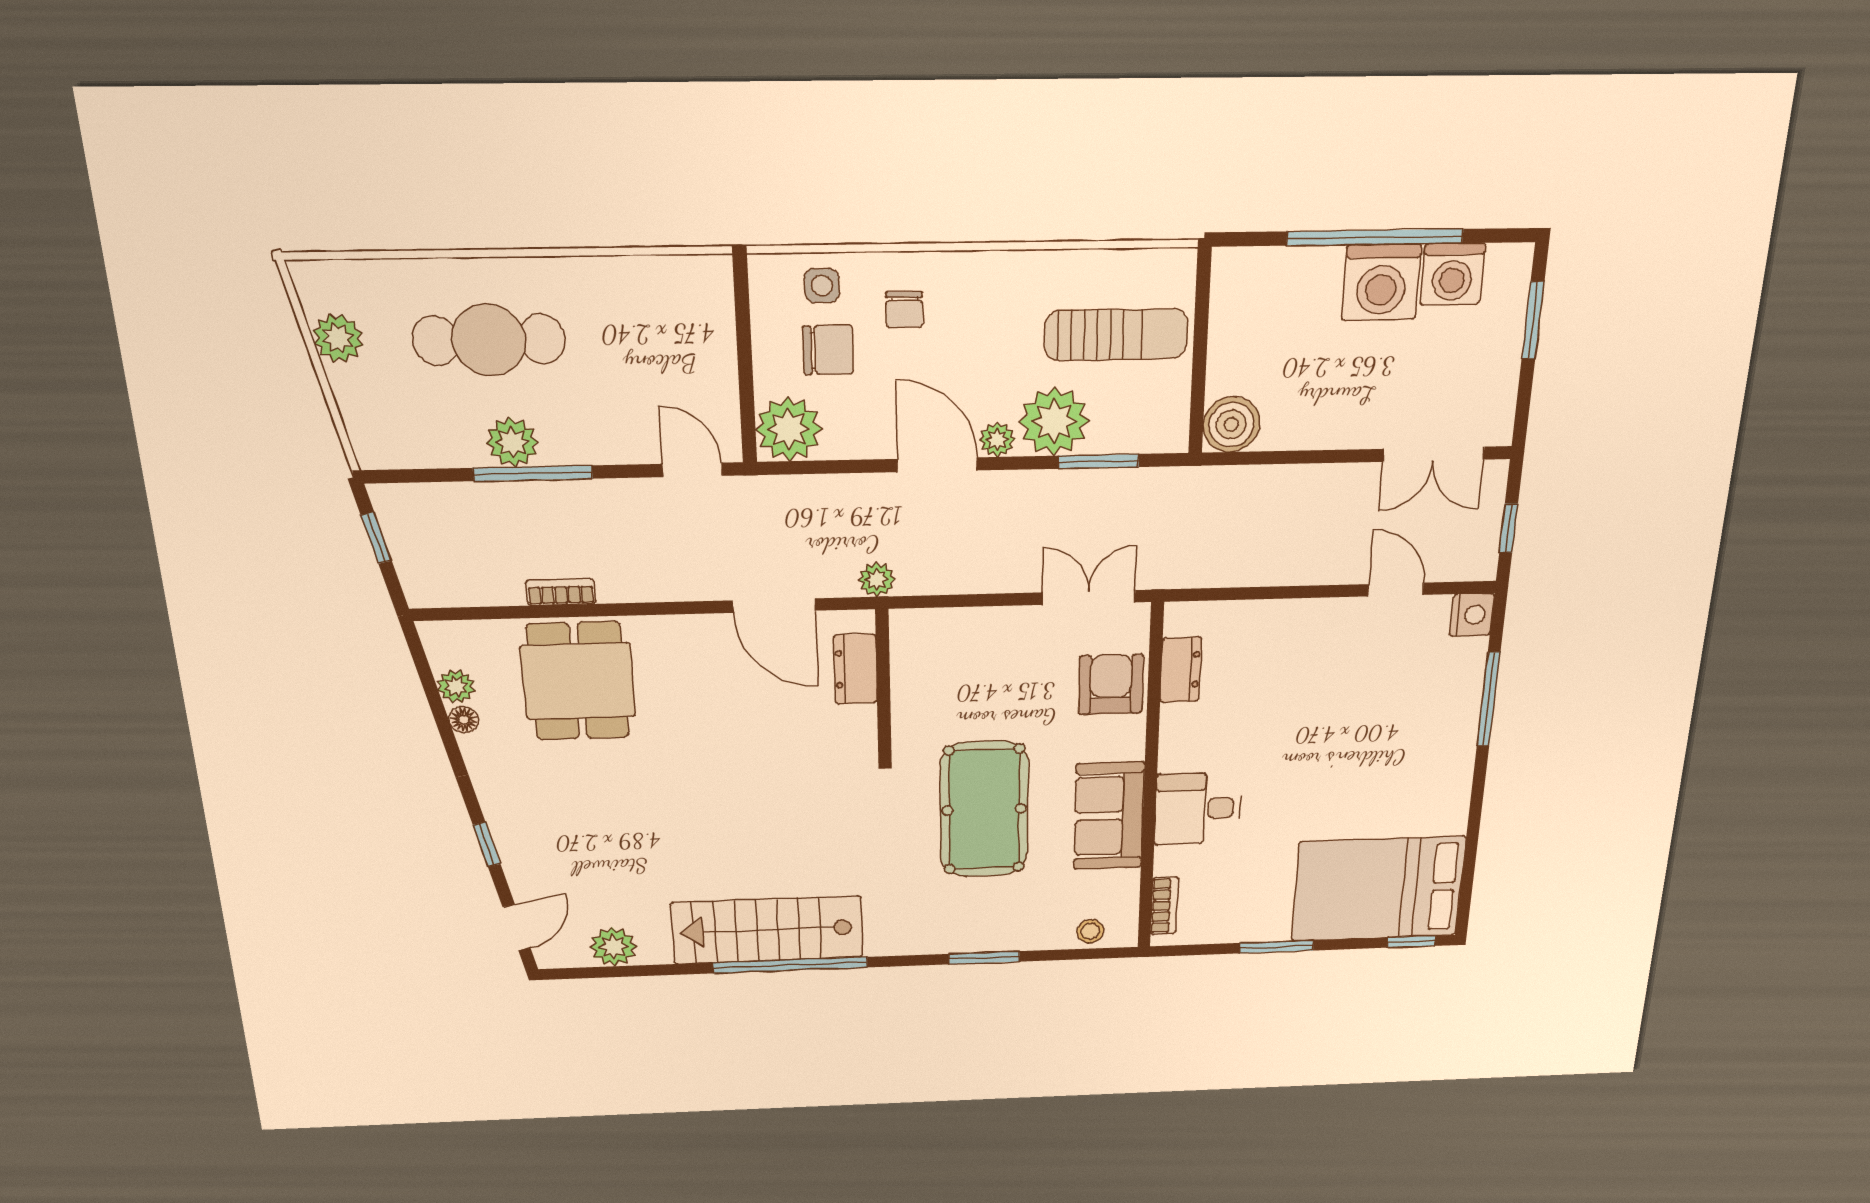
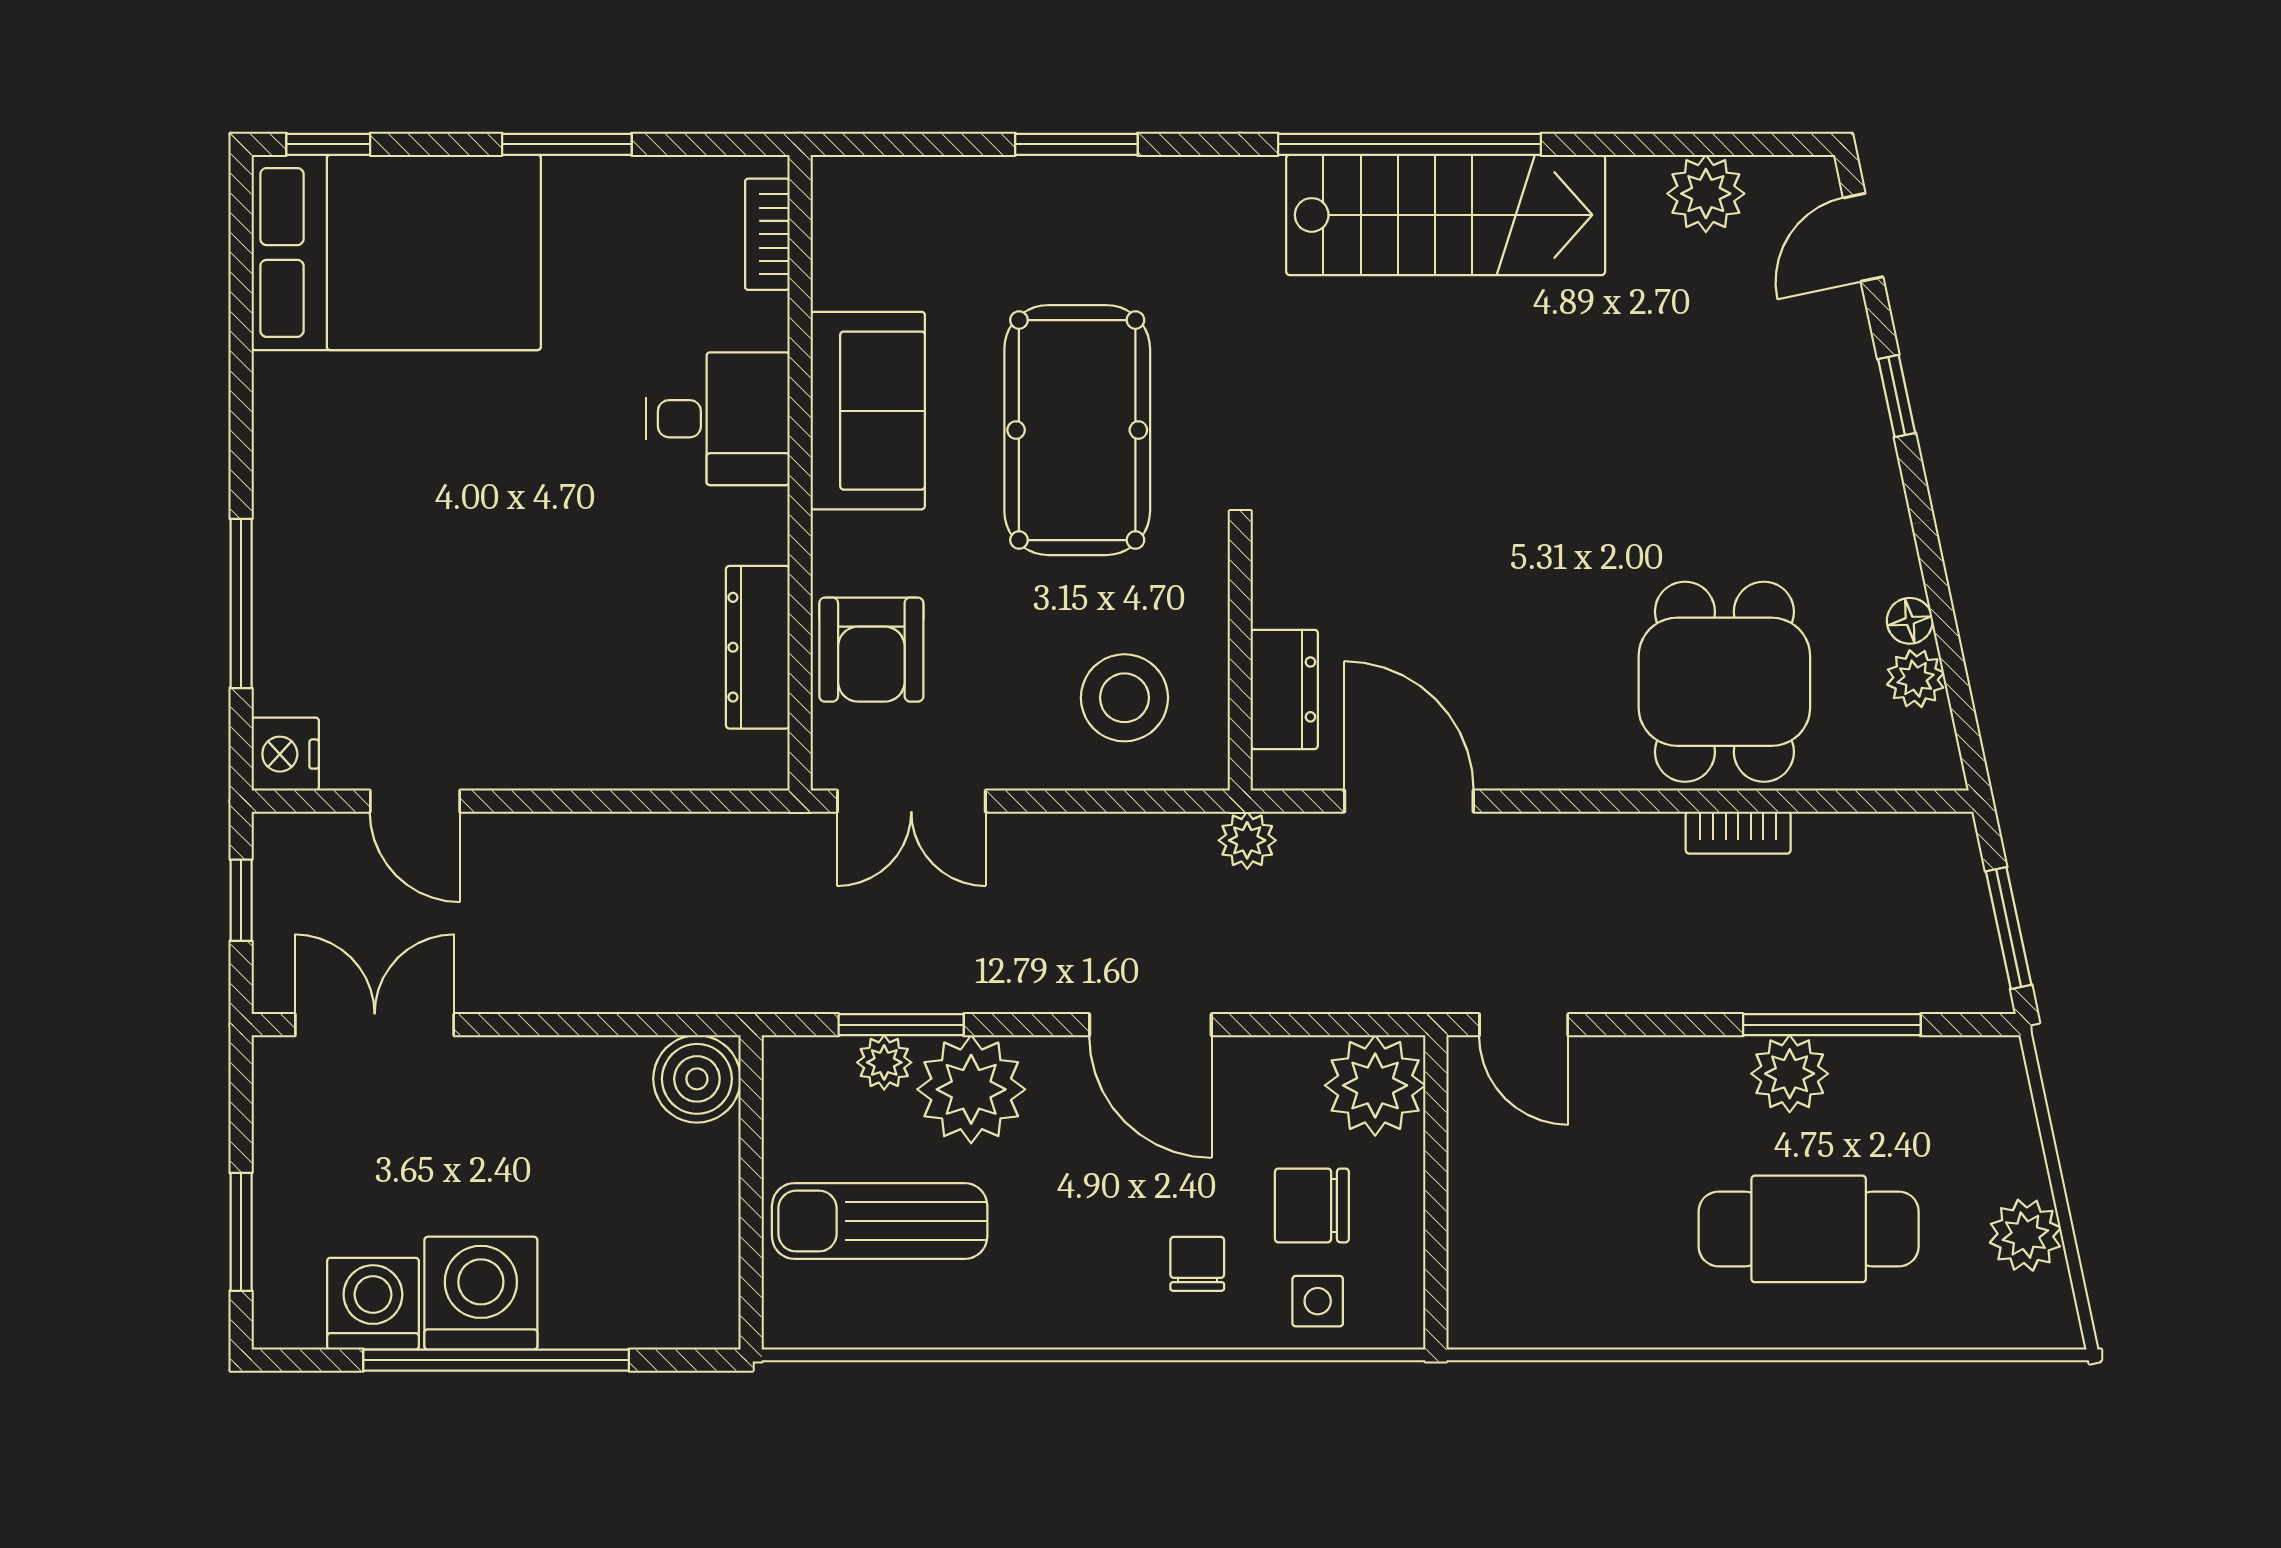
plant: (997, 440) -> (884, 1062), moved
window: (533, 473) -> (1832, 1025), moved
window: (376, 538) -> (2009, 928), width x1.50
dresser: (1181, 670) -> (758, 647), width x1.44
stool: (1090, 931) -> (1124, 698), moved, width x1.89, depth x1.89

